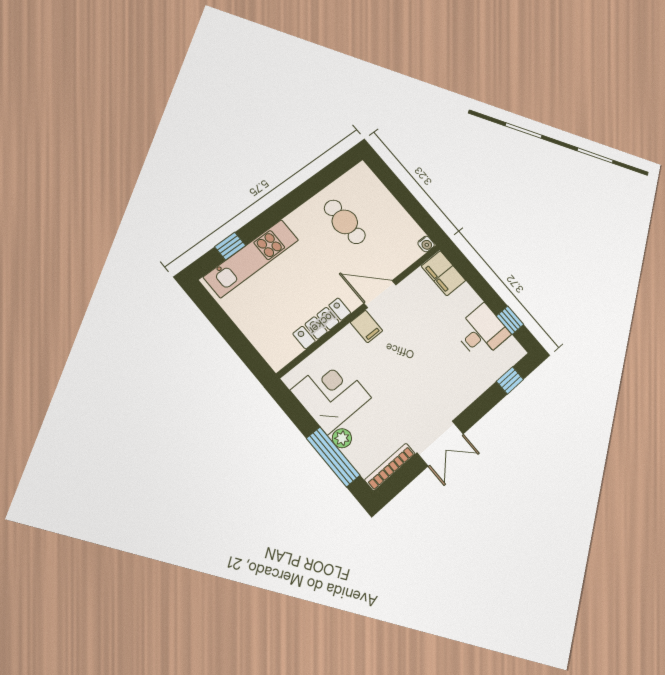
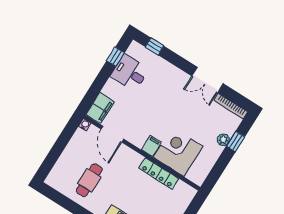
door: (380, 294) -> (112, 134), moved
corner desk: (331, 394) -> (178, 152), moved, turned 90
double door: (440, 443) -> (207, 80), swing flipped
window: (333, 457) -> (236, 141), width x0.46

